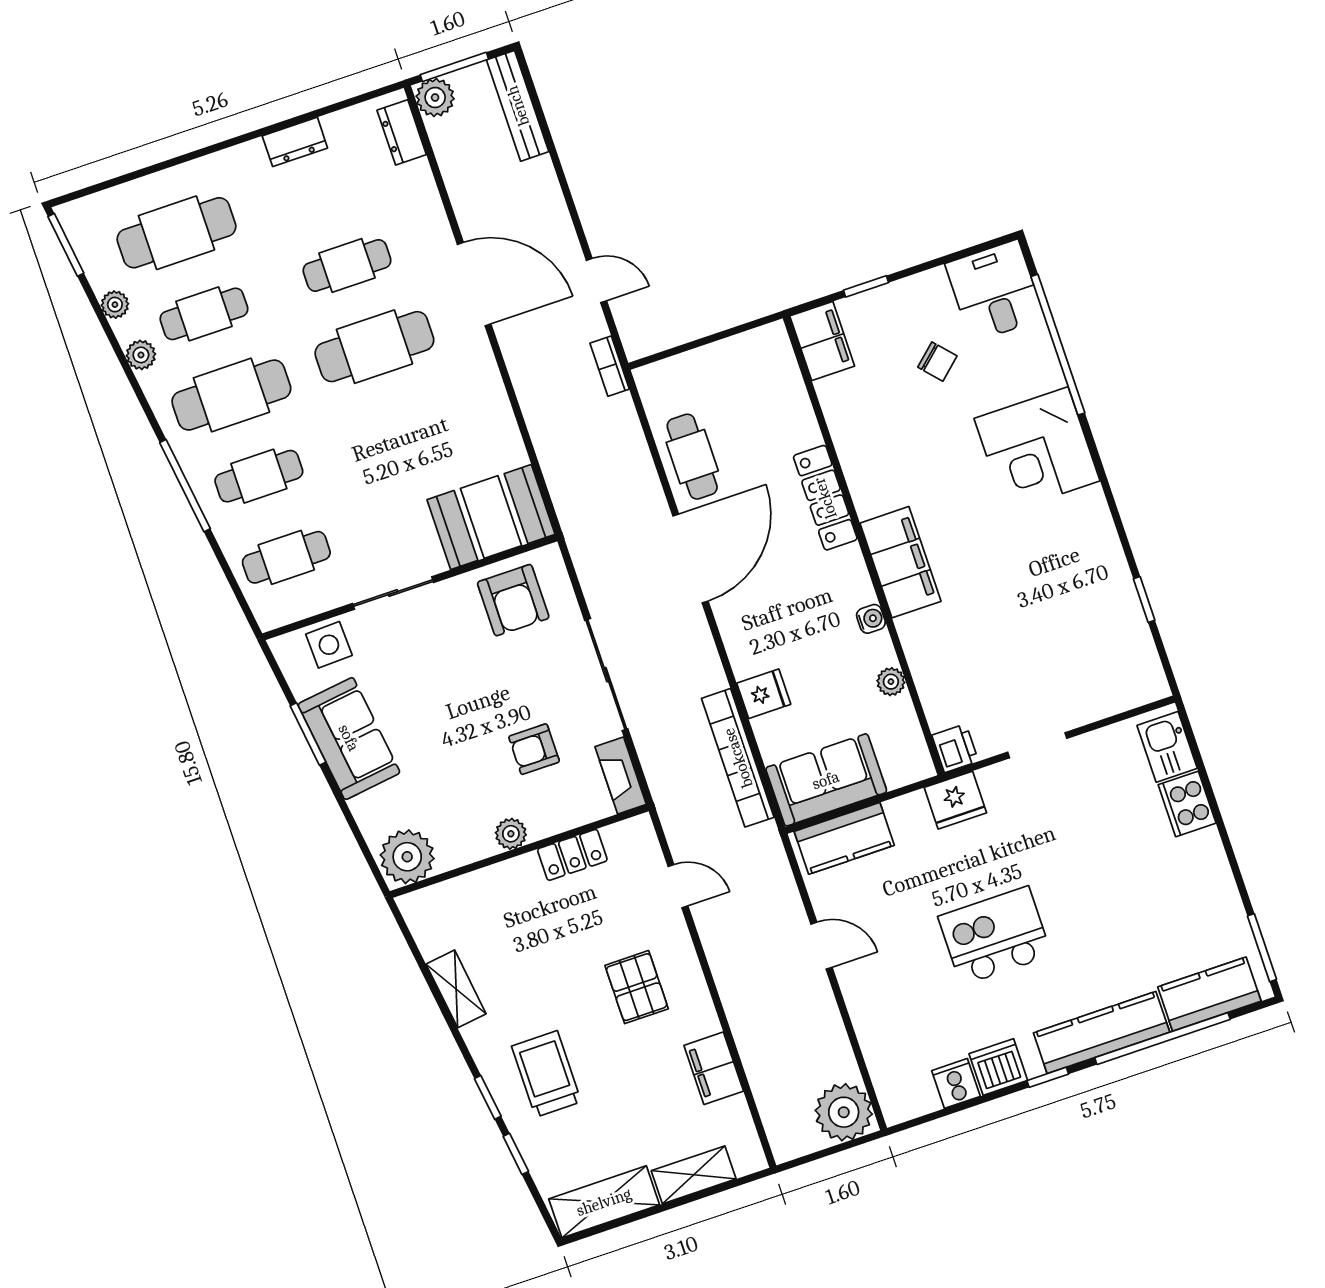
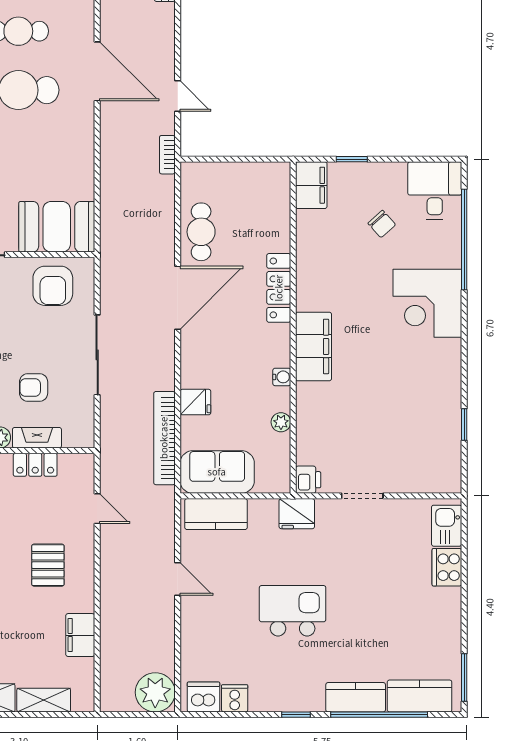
fireplace: (621, 776) -> (37, 438), moved, turned 90
kitchen counter: (1102, 1032) -> (356, 697), width x0.67
dishwasher: (998, 1067) -> (203, 697), moved

